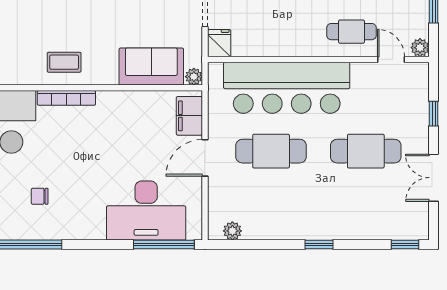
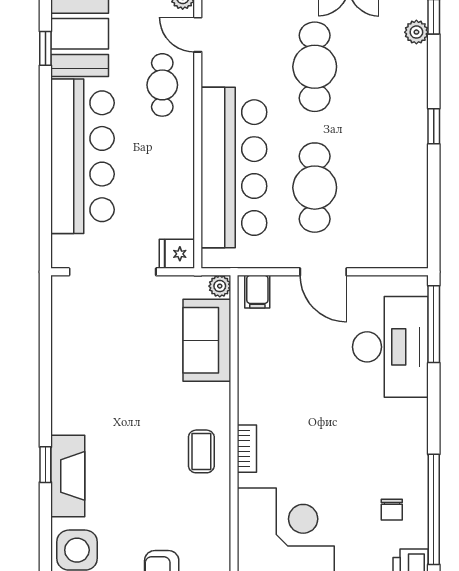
door: (391, 59) -> (198, 35), hinge flipped
bookcase: (66, 98) -> (247, 449), width x0.64
filing cabinet: (189, 116) -> (257, 292), width x0.50
chair: (40, 196) -> (392, 510), moved
plant: (232, 231) -> (416, 32), moved

